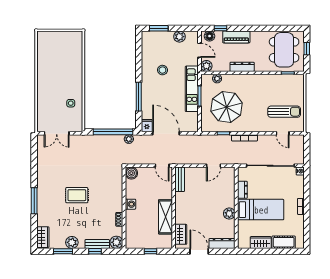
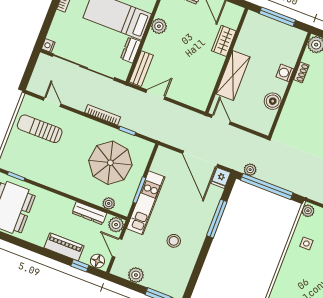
dresser: (242, 67) -> (89, 213), moved
plant: (78, 126) -> (308, 211), added
boiler: (131, 173) -> (273, 101), moved
bench: (180, 179) -> (141, 69), moved
washing machine: (130, 204) -> (285, 73), moved
shelving: (165, 217) -> (233, 75), moved
wardrobe: (181, 234) -> (224, 41), moved
window: (150, 251) -> (277, 17), width x2.17

